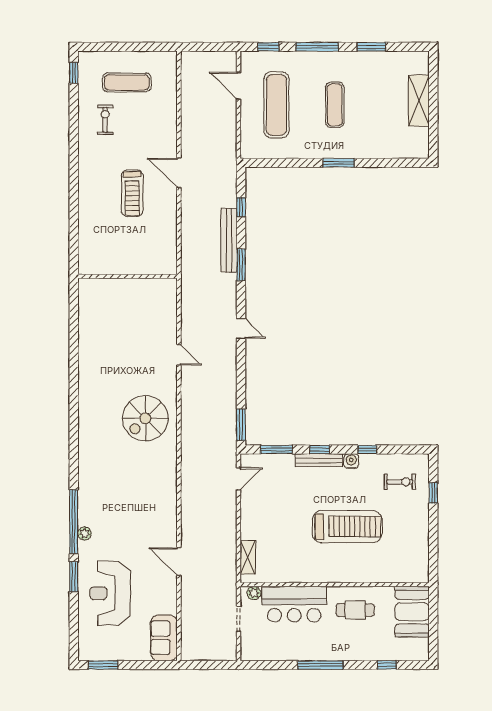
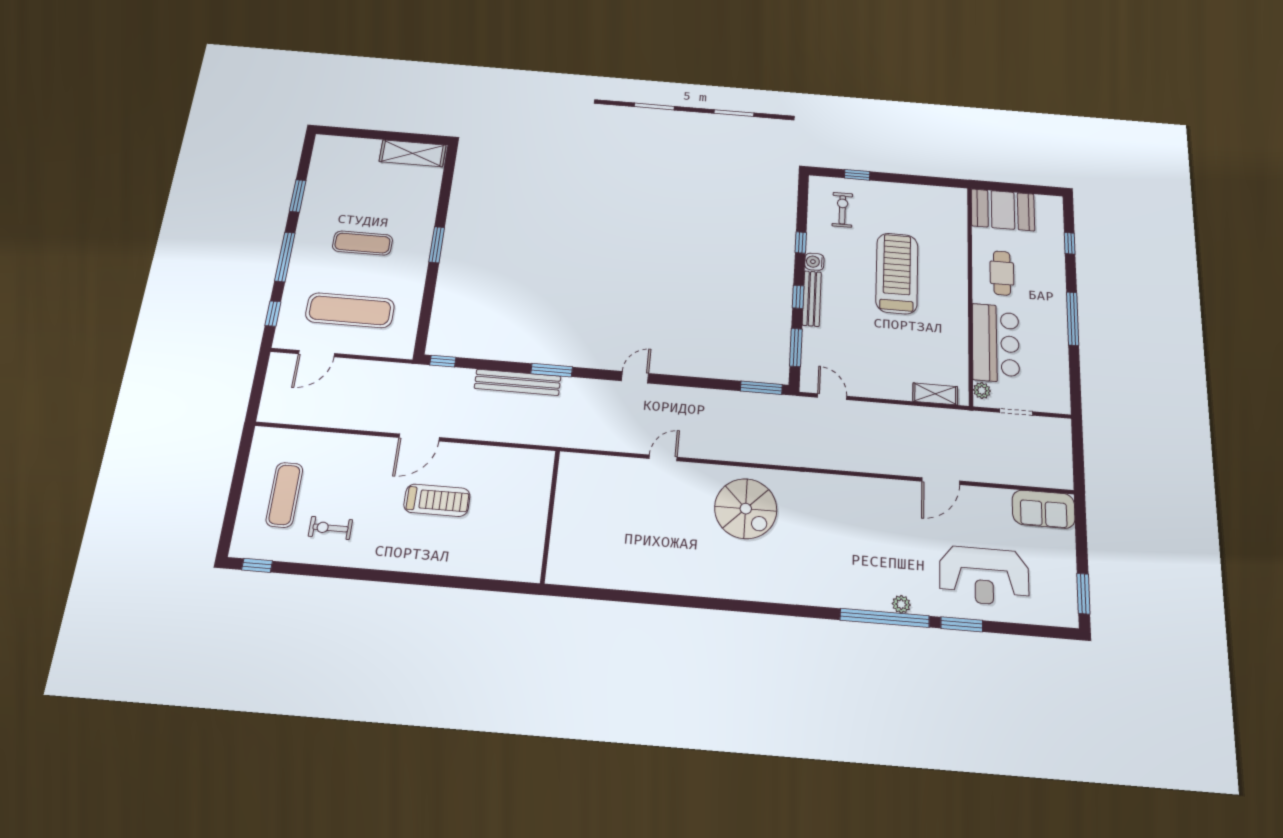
shelving: (419, 101) -> (413, 153), moved
window: (241, 207) -> (443, 361), moved

